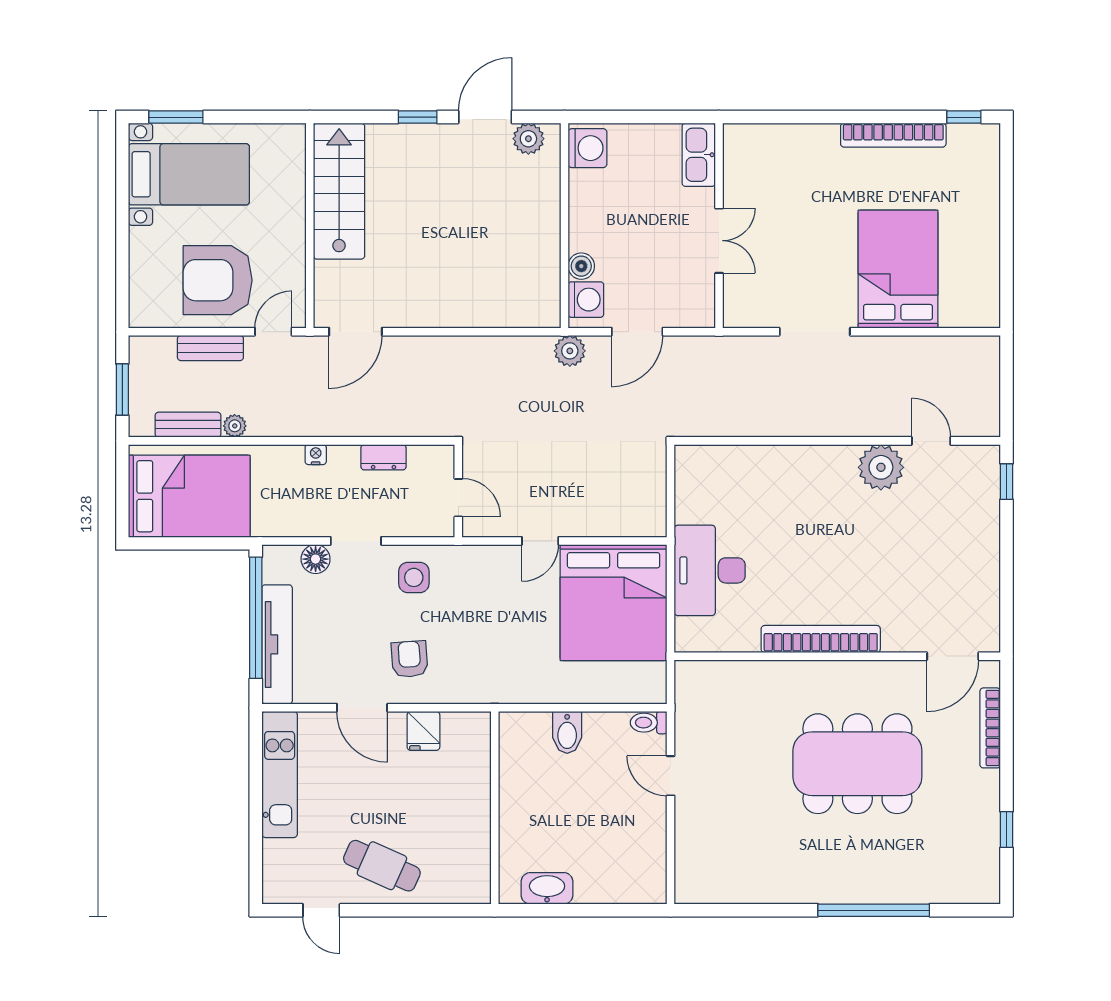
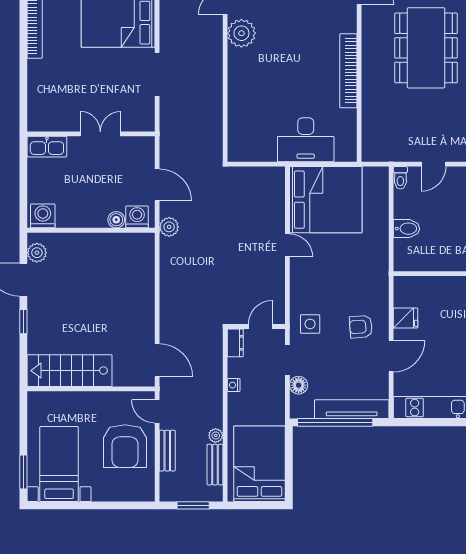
wall: (458, 491) -> (256, 326), moved
door: (458, 498) -> (260, 326), moved

